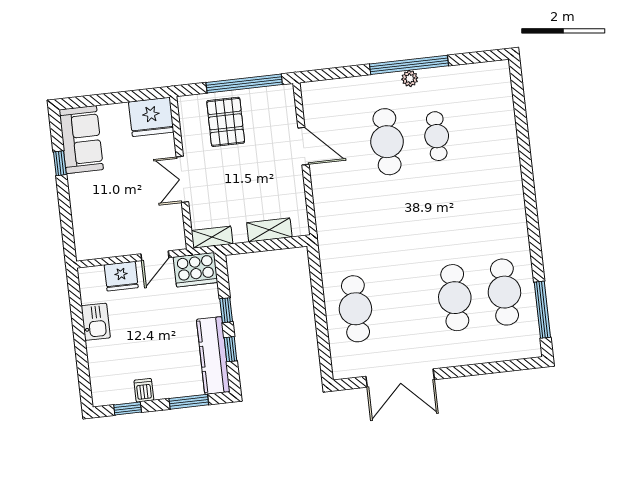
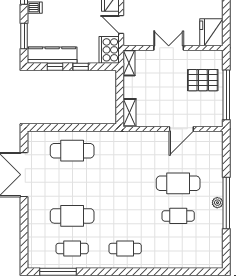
cafe table: (495, 211) -> (125, 249), added
shelving: (269, 230) -> (130, 113), moved
cafe table: (504, 292) -> (72, 249), width x0.73, depth x0.74

